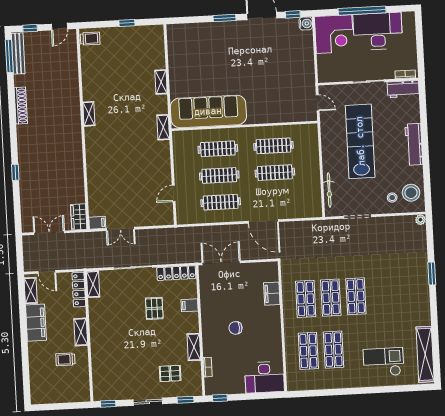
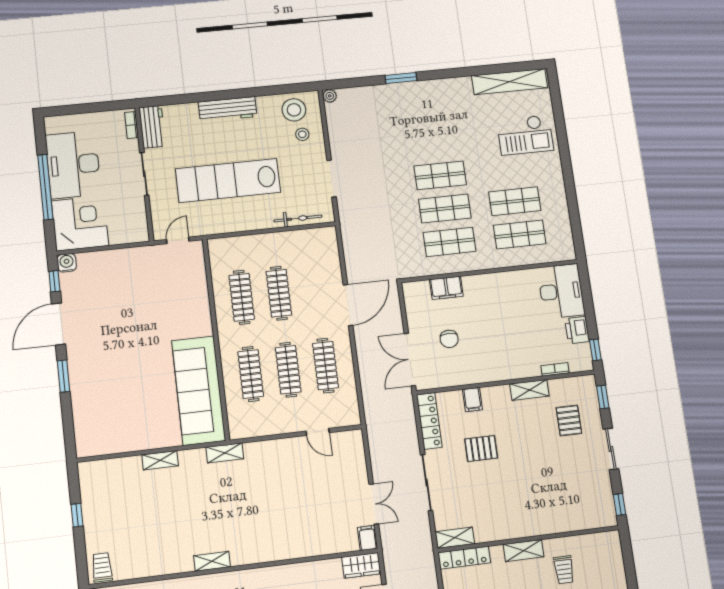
chair: (235, 328) -> (449, 339), moved
checkout: (383, 362) -> (525, 135), turned -90
printer: (235, 386) -> (577, 330), added

